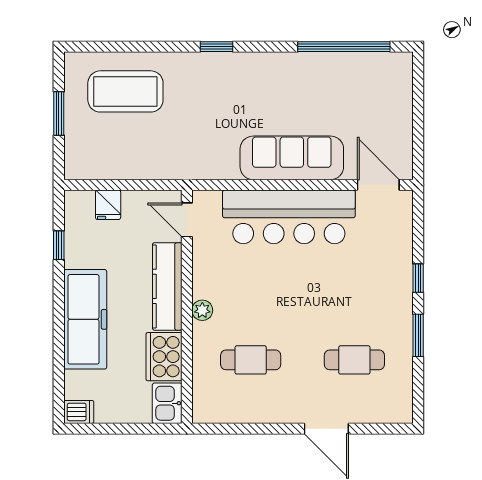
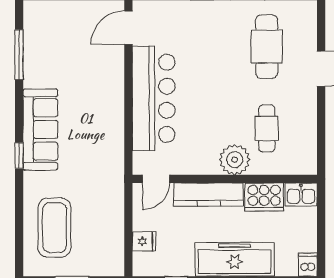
window: (344, 47) -> (19, 55), width x0.68
sofa: (292, 158) -> (40, 129), moved, turned 180
plant: (202, 310) -> (235, 160), width x1.87, depth x1.87
cafe table: (354, 360) -> (267, 47), width x1.37, depth x1.35

